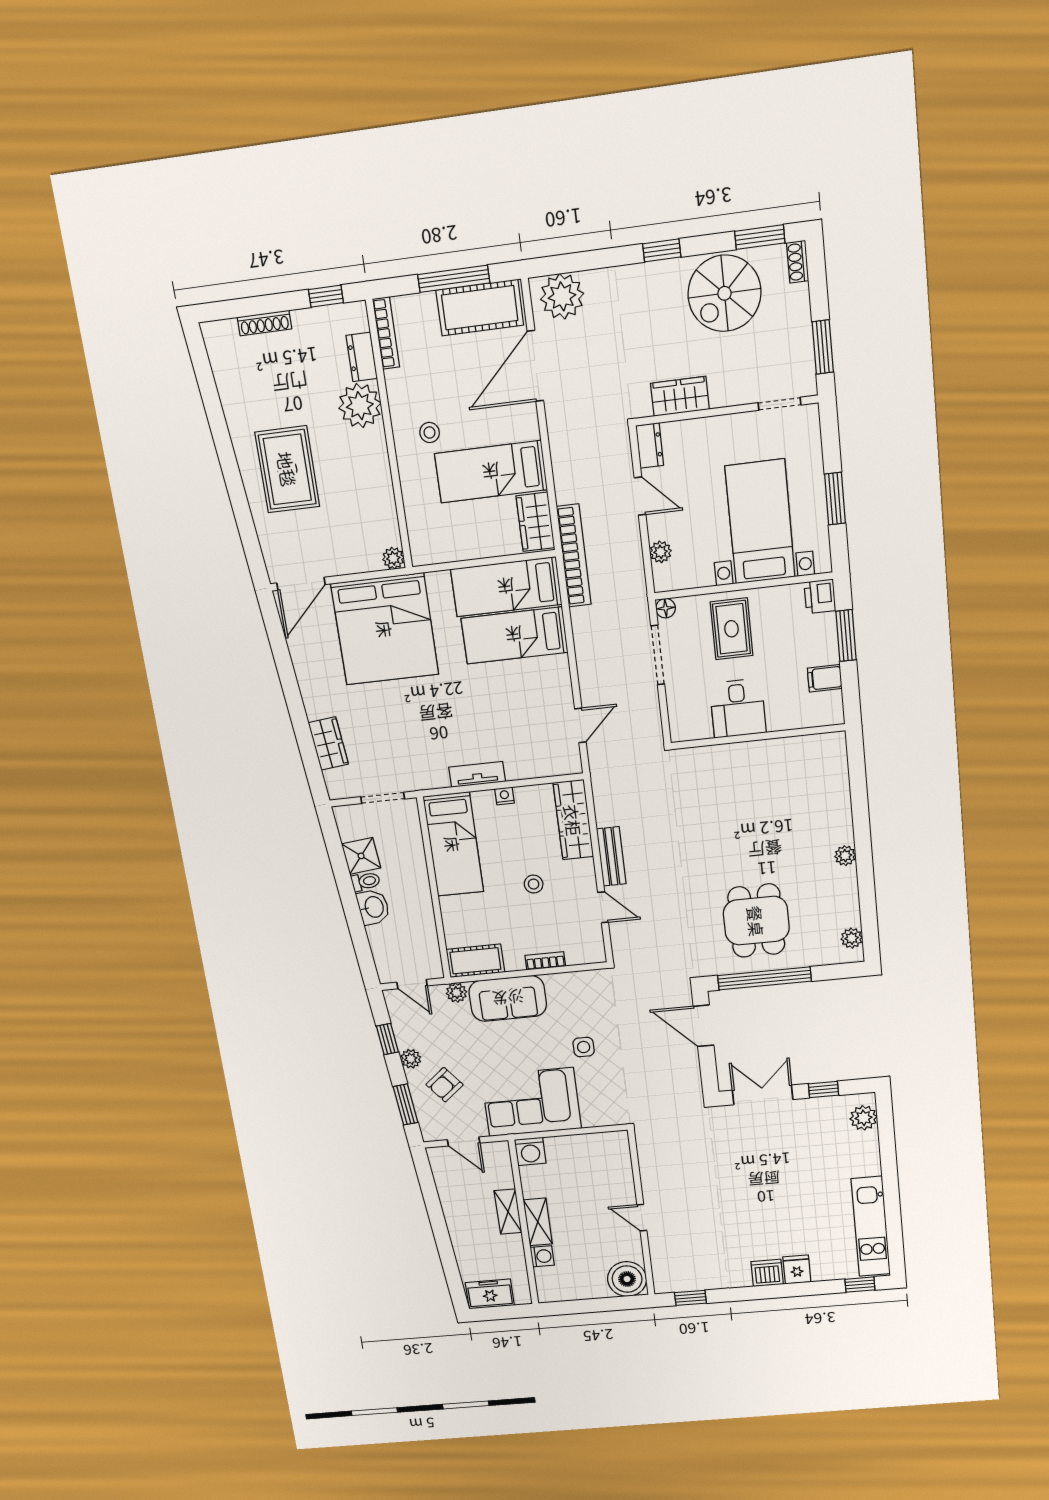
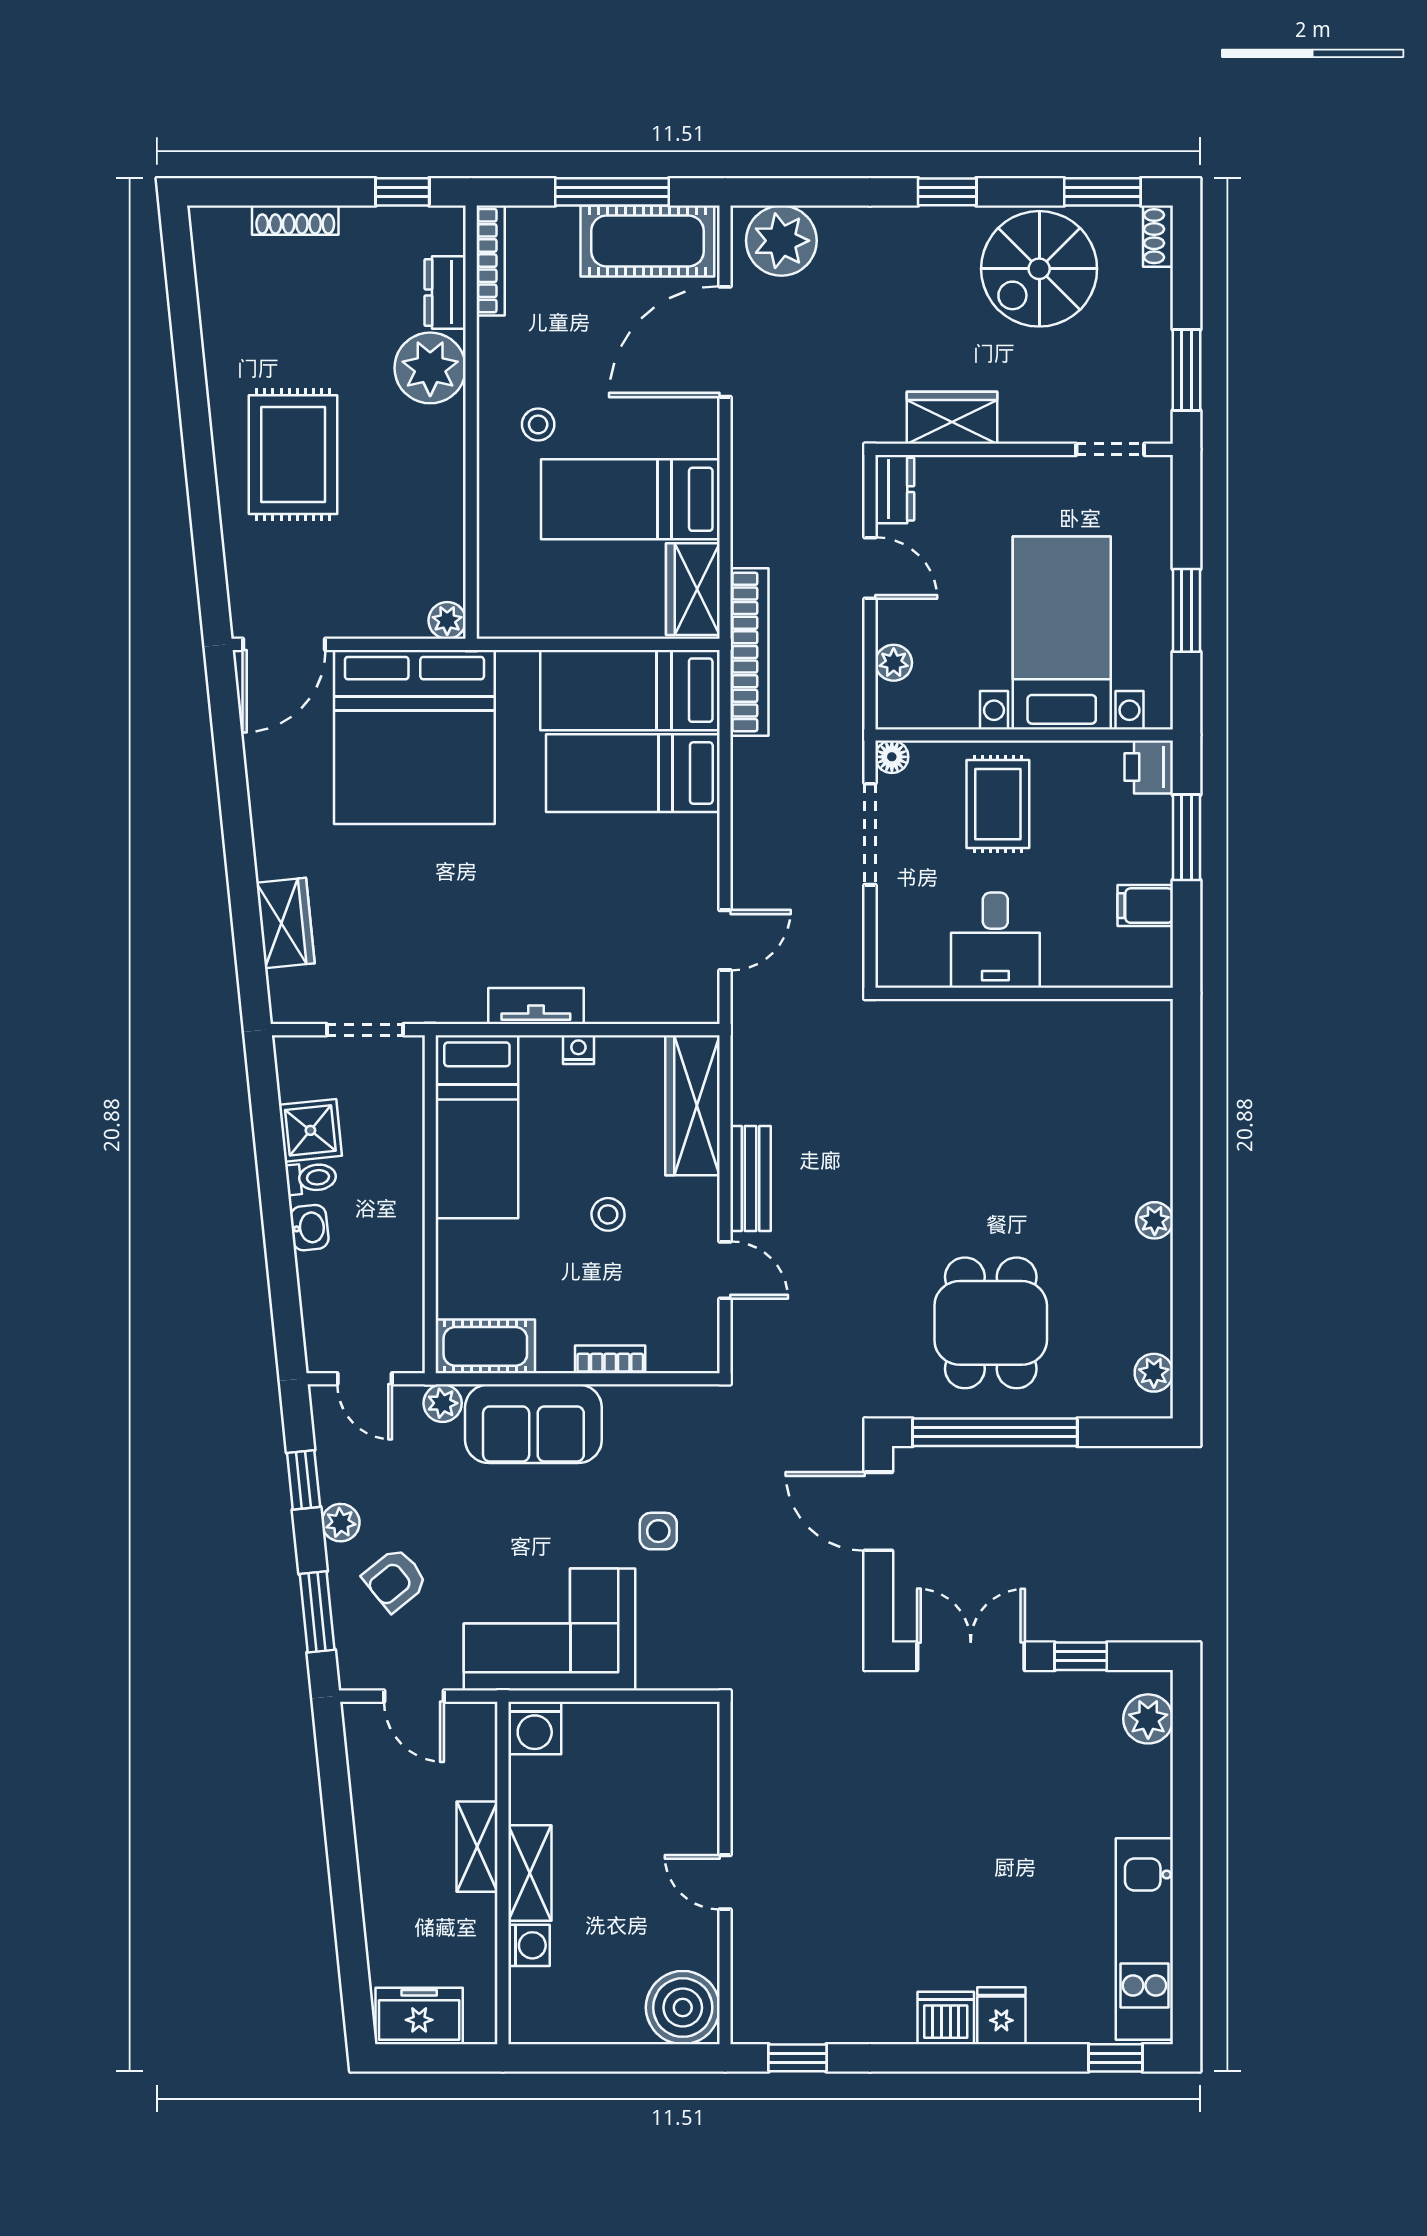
washbasin: (373, 907) -> (309, 1228), width x0.72, depth x0.69

